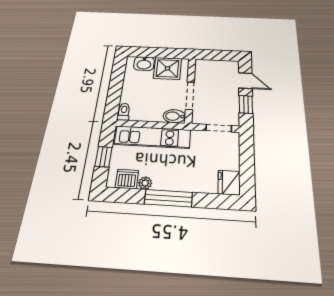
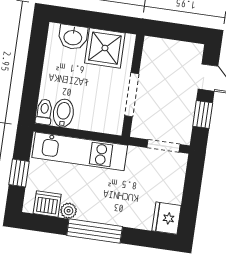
bidet: (174, 116) -> (63, 113), moved, turned 90

